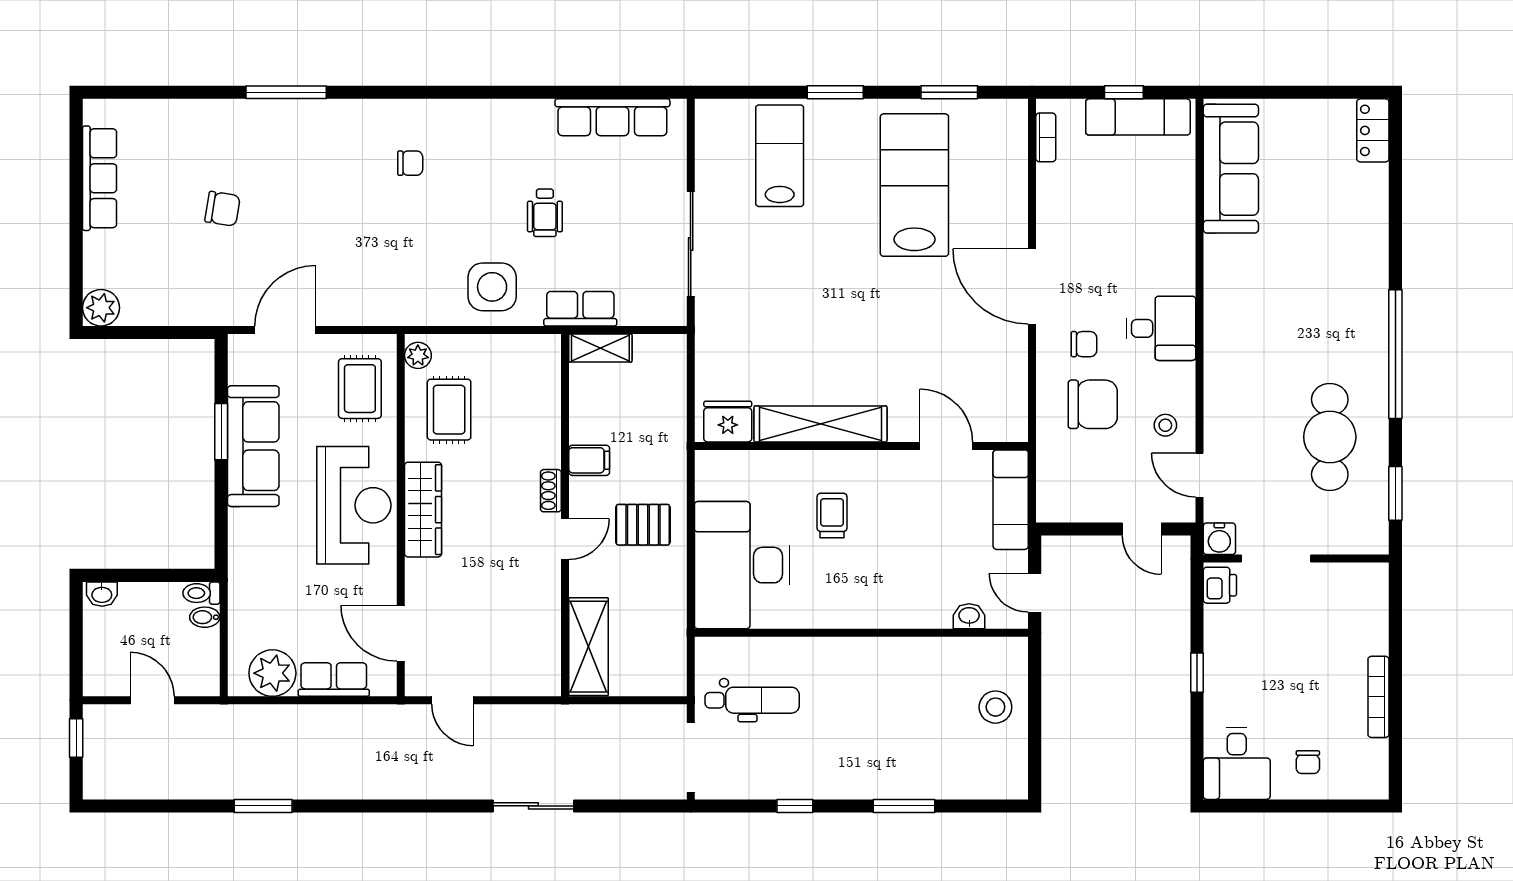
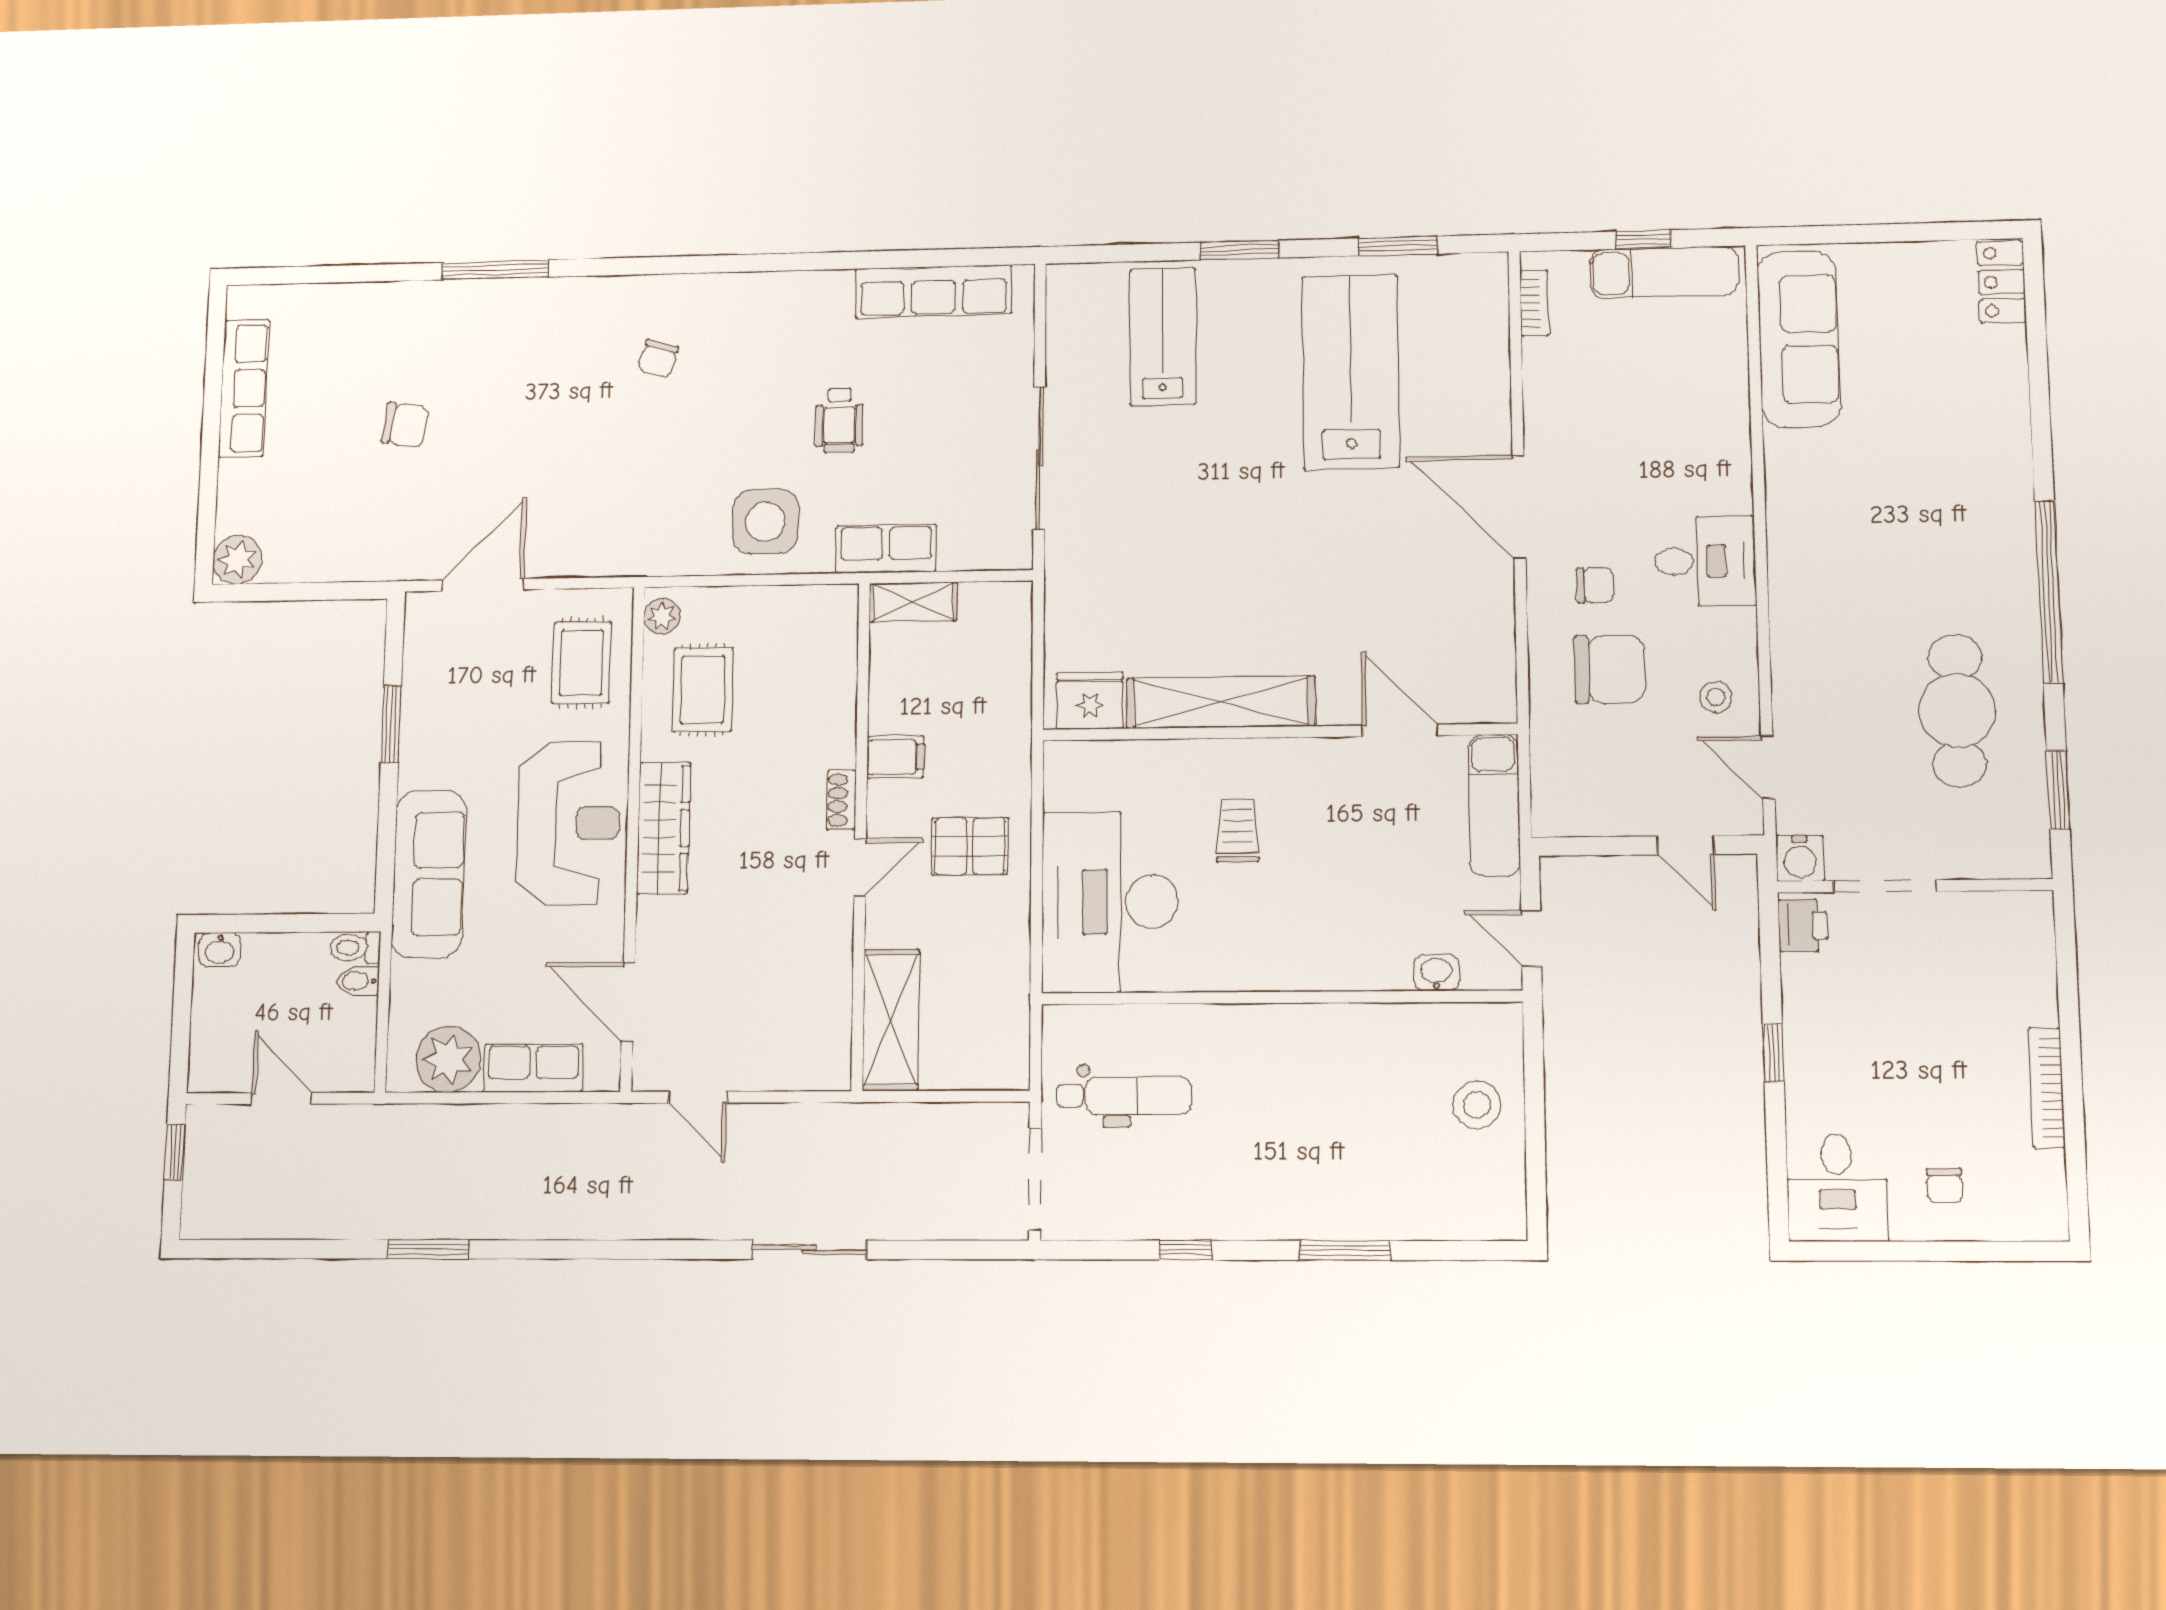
chair: (410, 163) -> (658, 359), turned 106
sofa: (253, 446) -> (429, 874), moved

